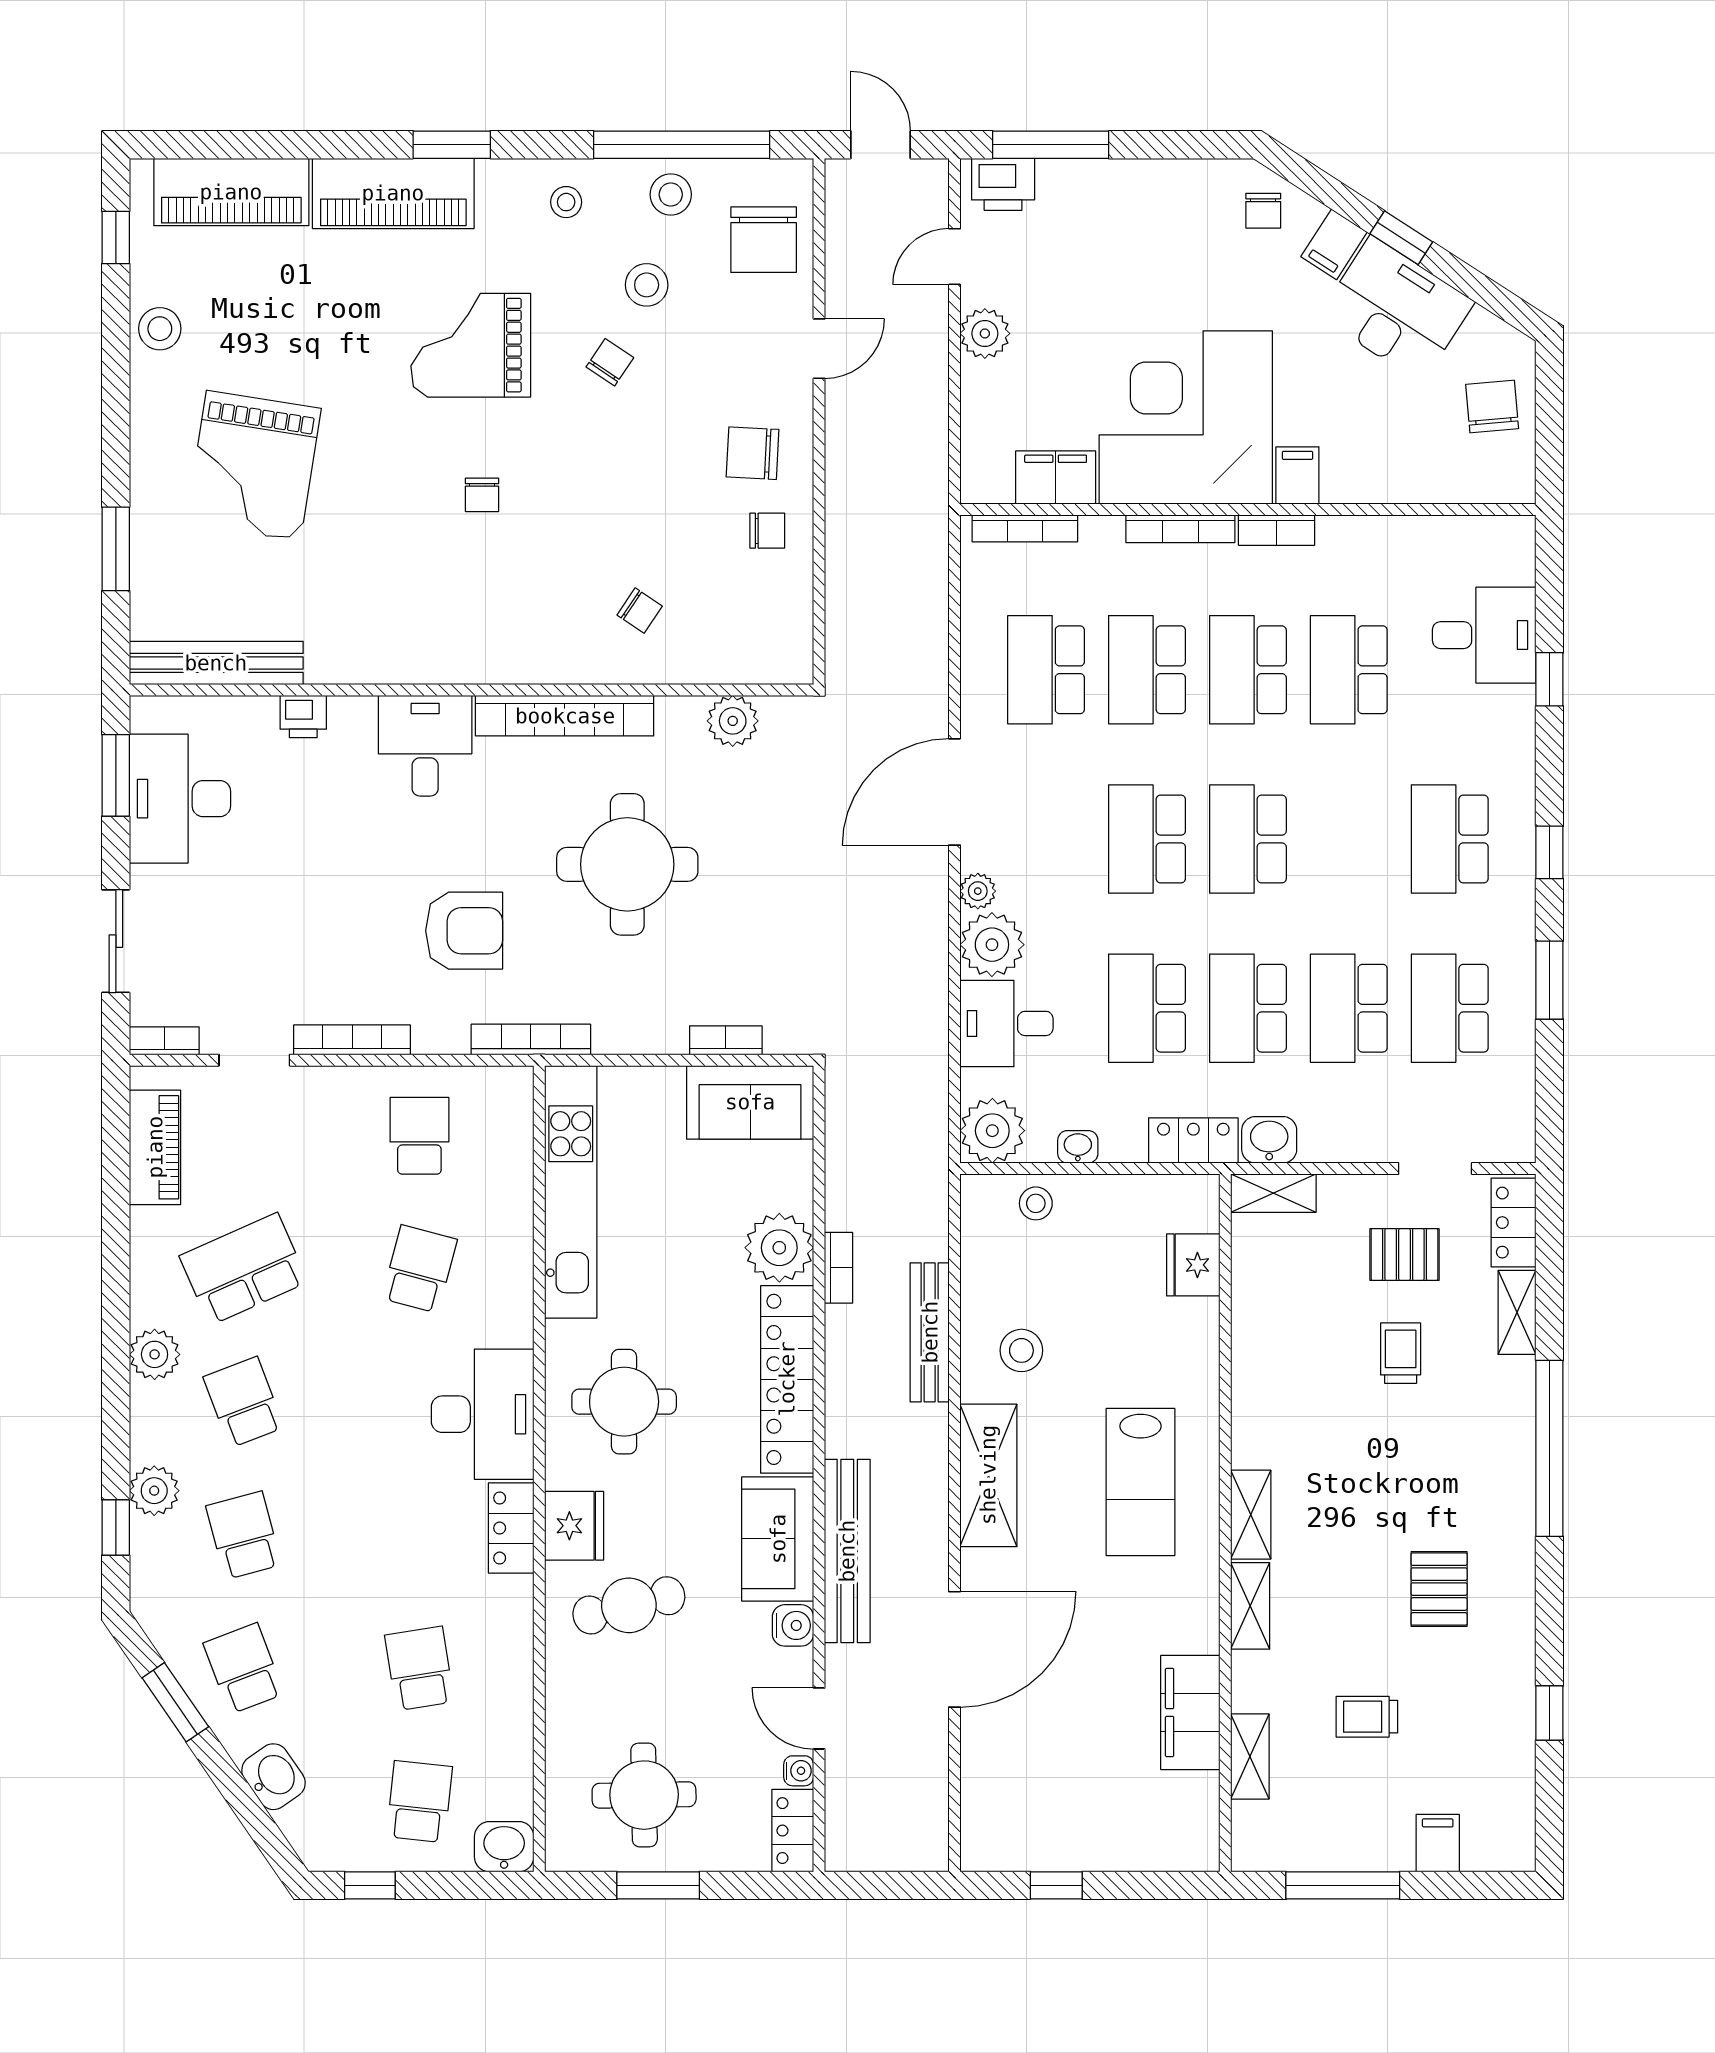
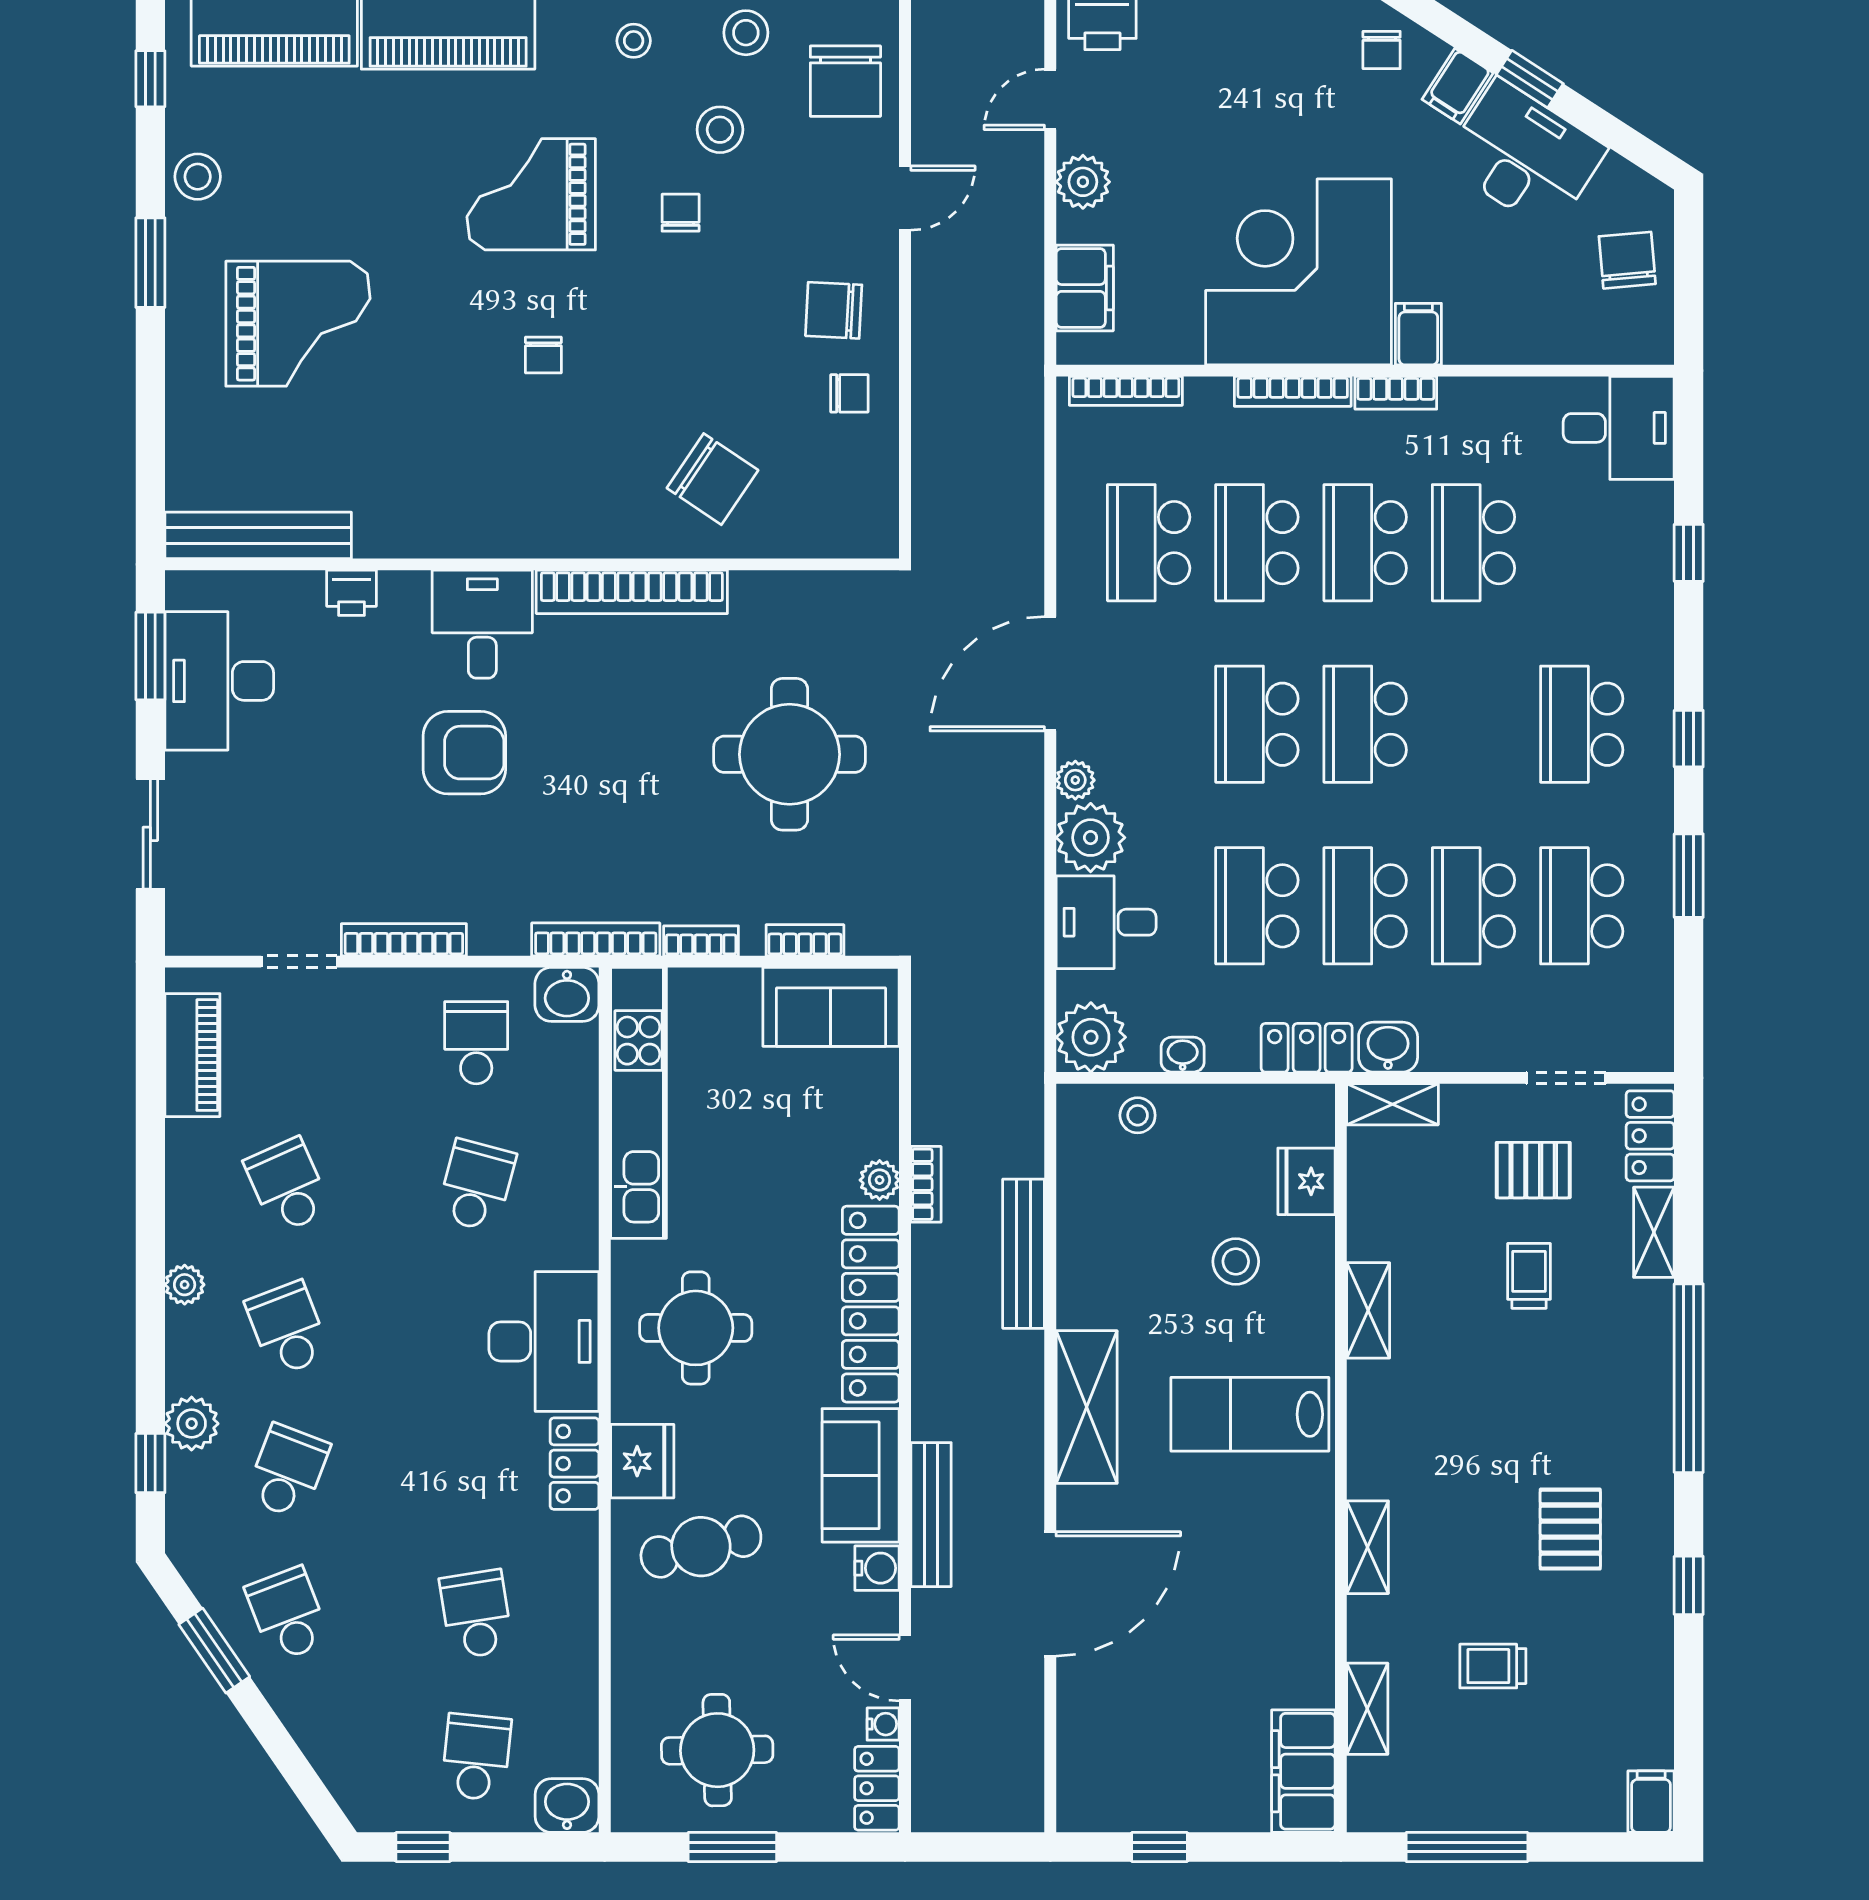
chair: (610, 362) -> (681, 213), turned -34
grand piano: (253, 466) -> (298, 324), turned -99
filing cabinet: (1056, 477) -> (1085, 288), moved, turned 90
window: (116, 549) -> (150, 263), moved
chair: (640, 611) -> (712, 479), width x1.87, depth x1.87
desk: (1484, 635) -> (1619, 428), moved
plant: (733, 721) -> (812, 598), removed
round table: (627, 864) -> (789, 754), moved
armchair: (464, 931) -> (464, 753), moved
bookcase: (164, 1041) -> (701, 941), moved
plant: (779, 1248) -> (880, 1180), width x0.53, depth x0.53
school desk: (244, 1269) -> (288, 1186), width x0.54
stool: (1021, 1350) -> (1236, 1261), moved
plant: (155, 1354) -> (185, 1285), width x0.73, depth x0.73
lab bench: (1140, 1482) -> (1250, 1414), turned 90
shelving: (1251, 1515) -> (1368, 1310), moved
school desk: (244, 1535) -> (288, 1471), turned 36
bench: (847, 1551) -> (931, 1515), width x0.73, depth x0.82
filing cabinet: (1190, 1712) -> (1303, 1771), moved
window: (1549, 1713) -> (1689, 1585), moved
washbasin: (273, 1777) -> (567, 994), moved, turned 125
filing cabinet: (1438, 1843) -> (1651, 1802), moved

